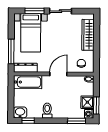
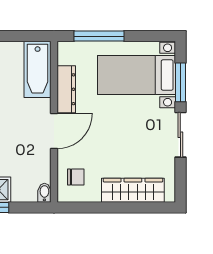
dresser: (25, 68) -> (66, 89), moved
door: (58, 74) -> (54, 131), hinge flipped

